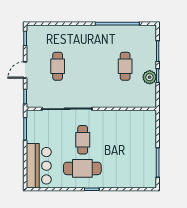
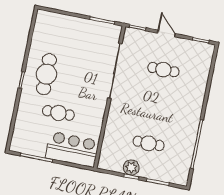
cafe table: (83, 140) -> (58, 113), moved
bar counter: (39, 166) -> (72, 149), moved, turned 180

